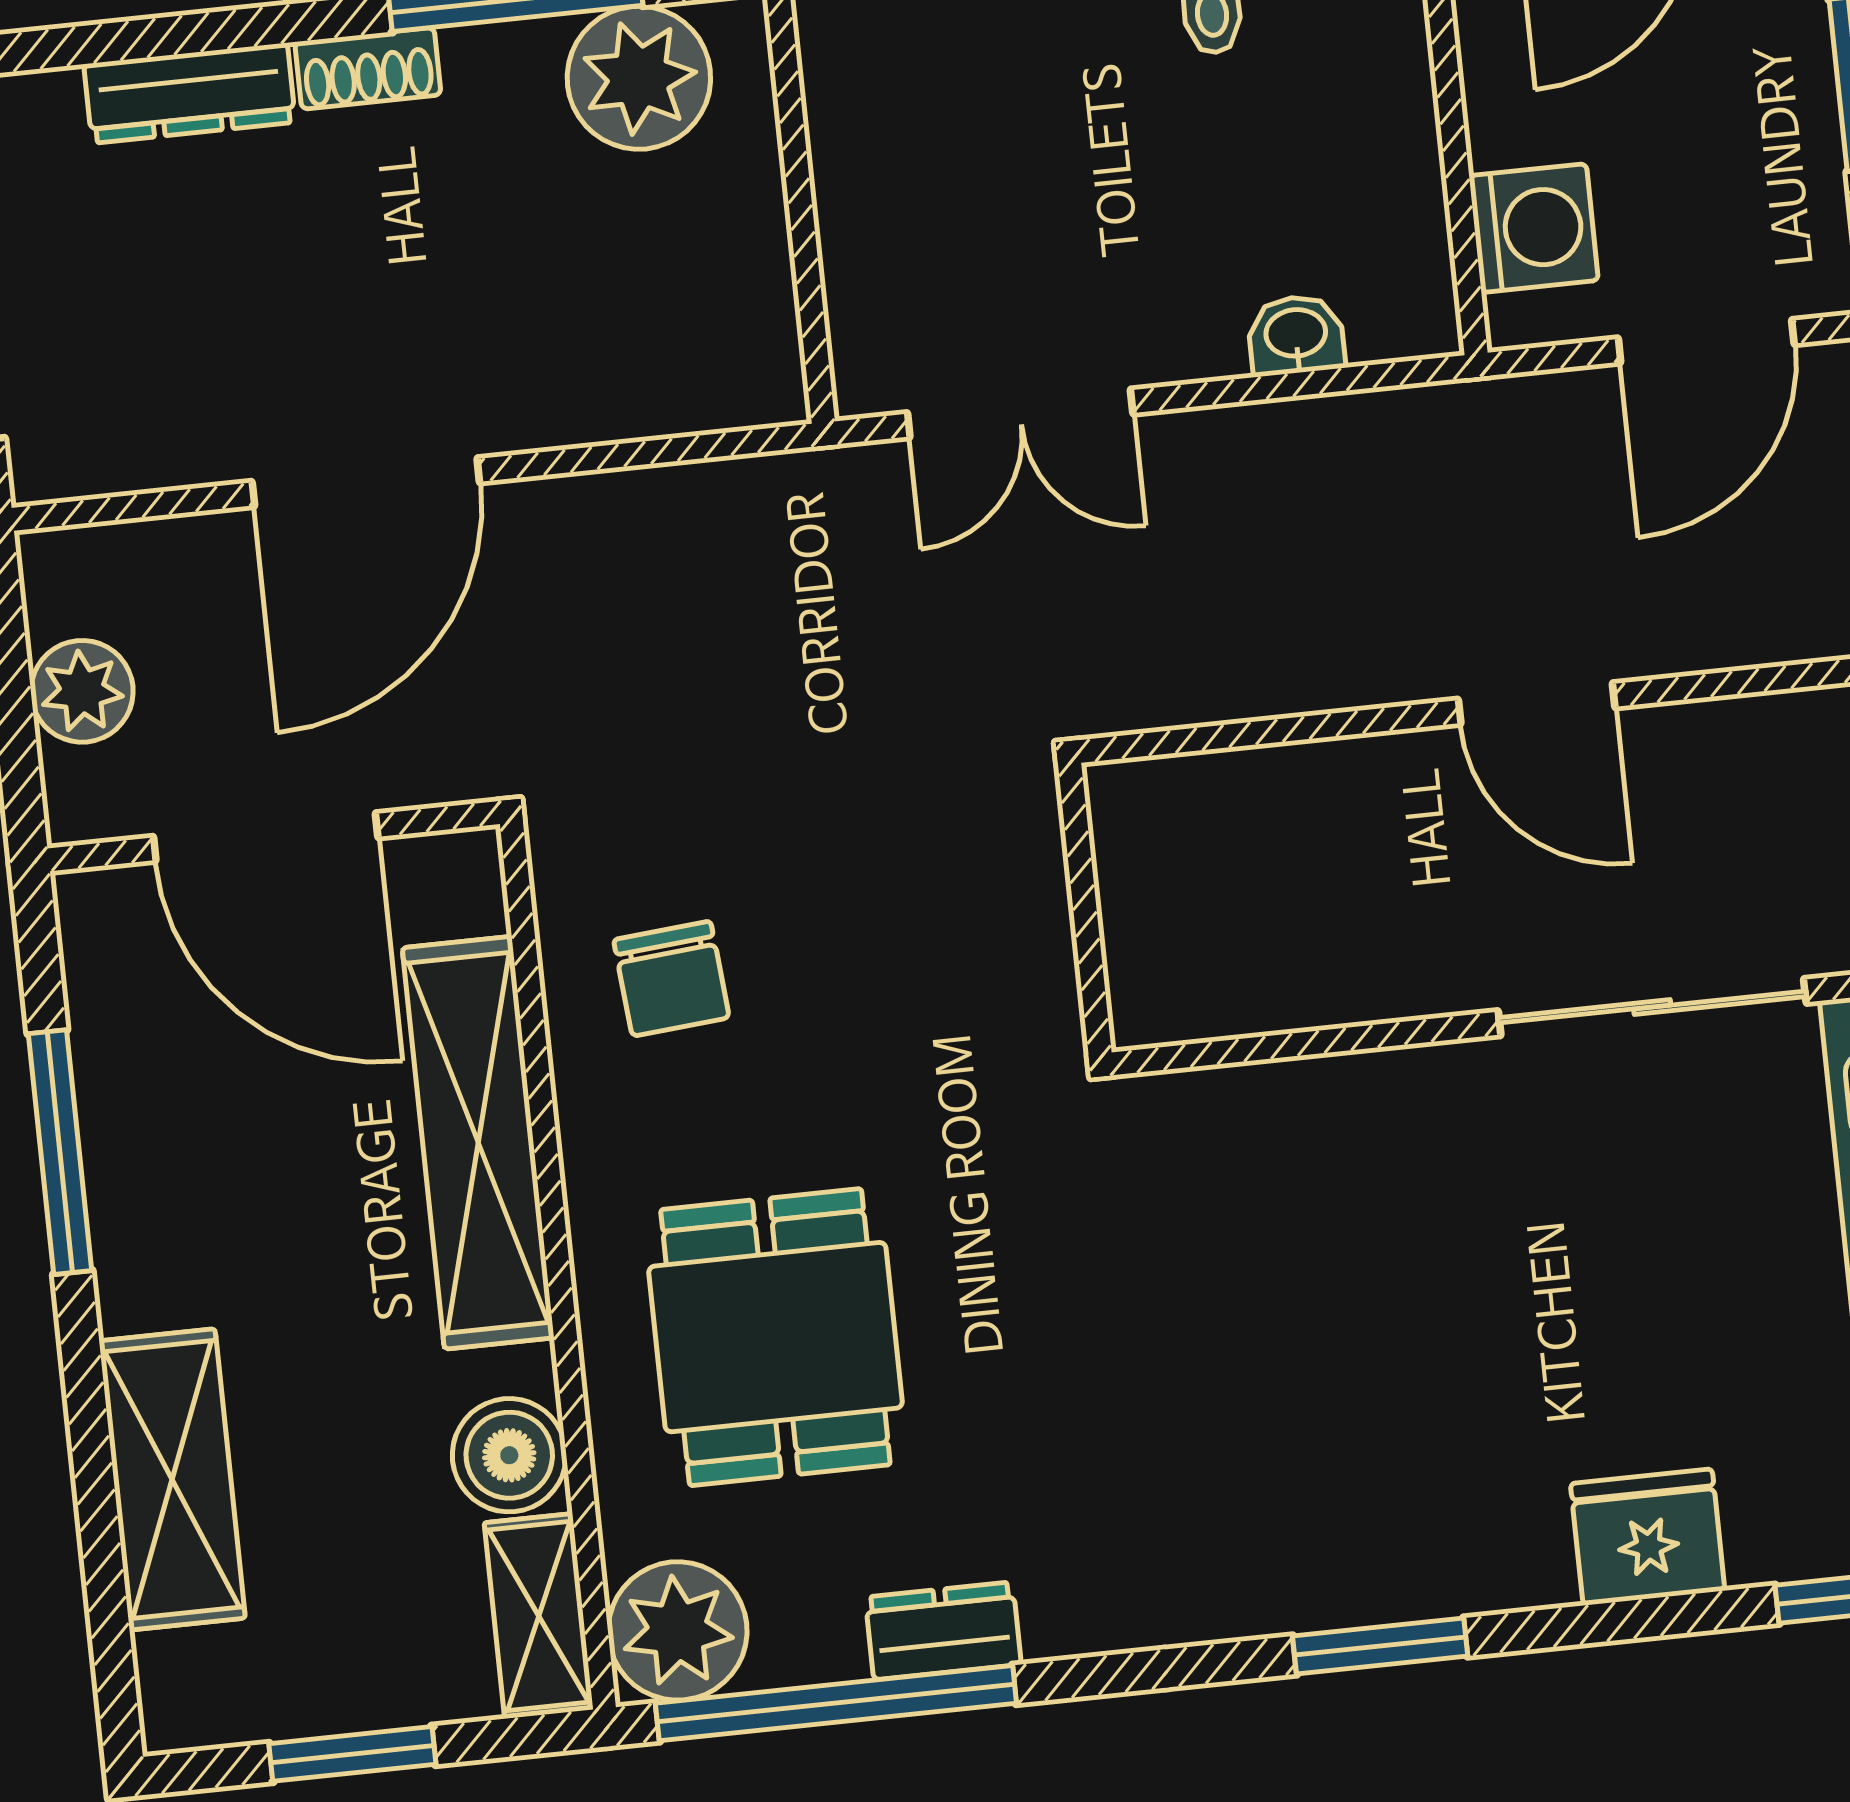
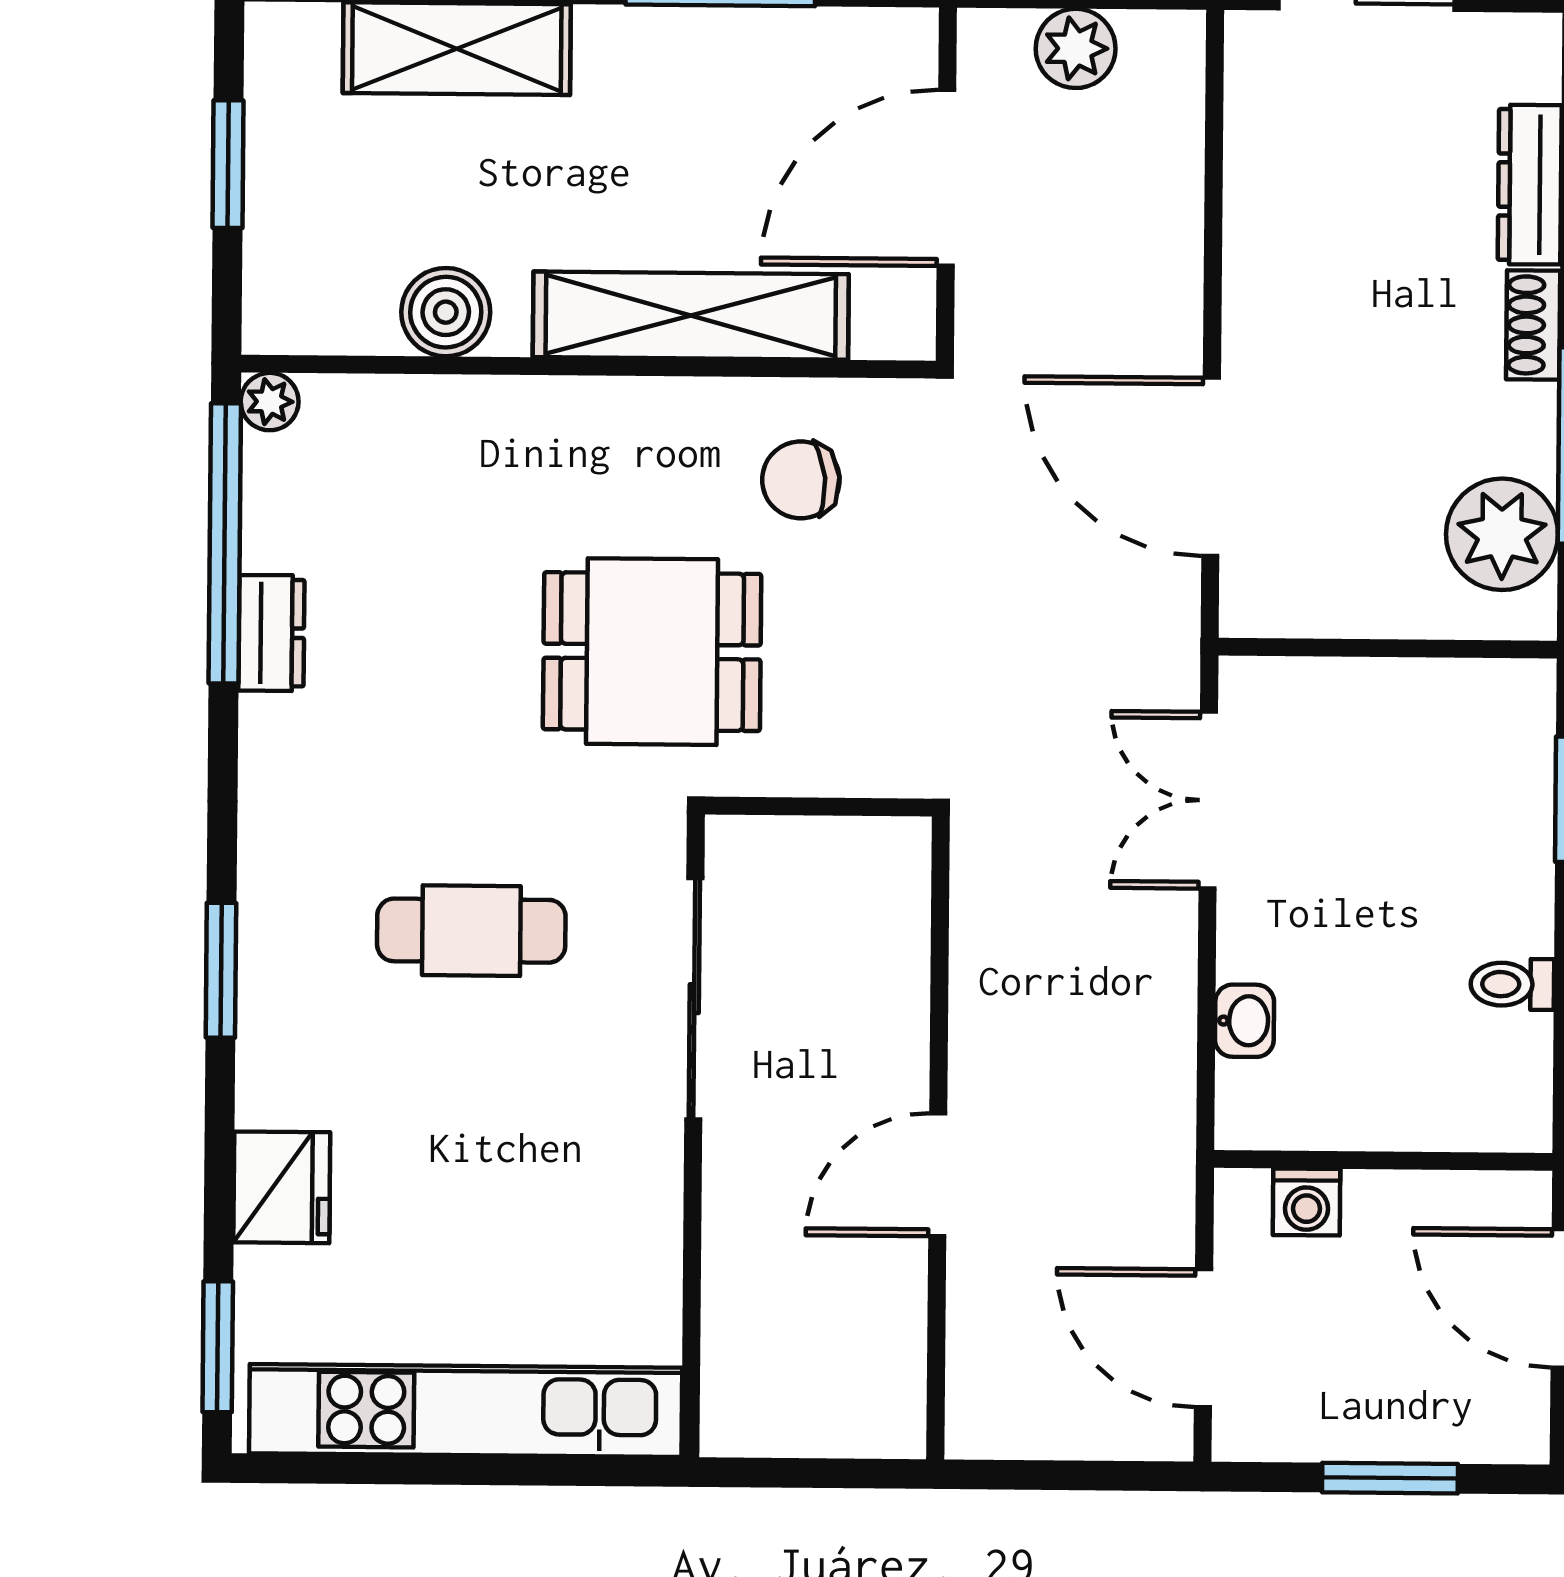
washing machine: (1534, 228) -> (1307, 1202), width x0.73, depth x0.73
door: (366, 482) -> (1211, 467), moved
sliding door: (1652, 1007) -> (694, 999), moved
cafe table: (1293, 1333) -> (471, 931), added
dining table: (775, 1337) -> (652, 652), moved
shelving: (539, 1616) -> (318, 321), removed
plant: (678, 1631) -> (270, 402), width x0.53, depth x0.53

